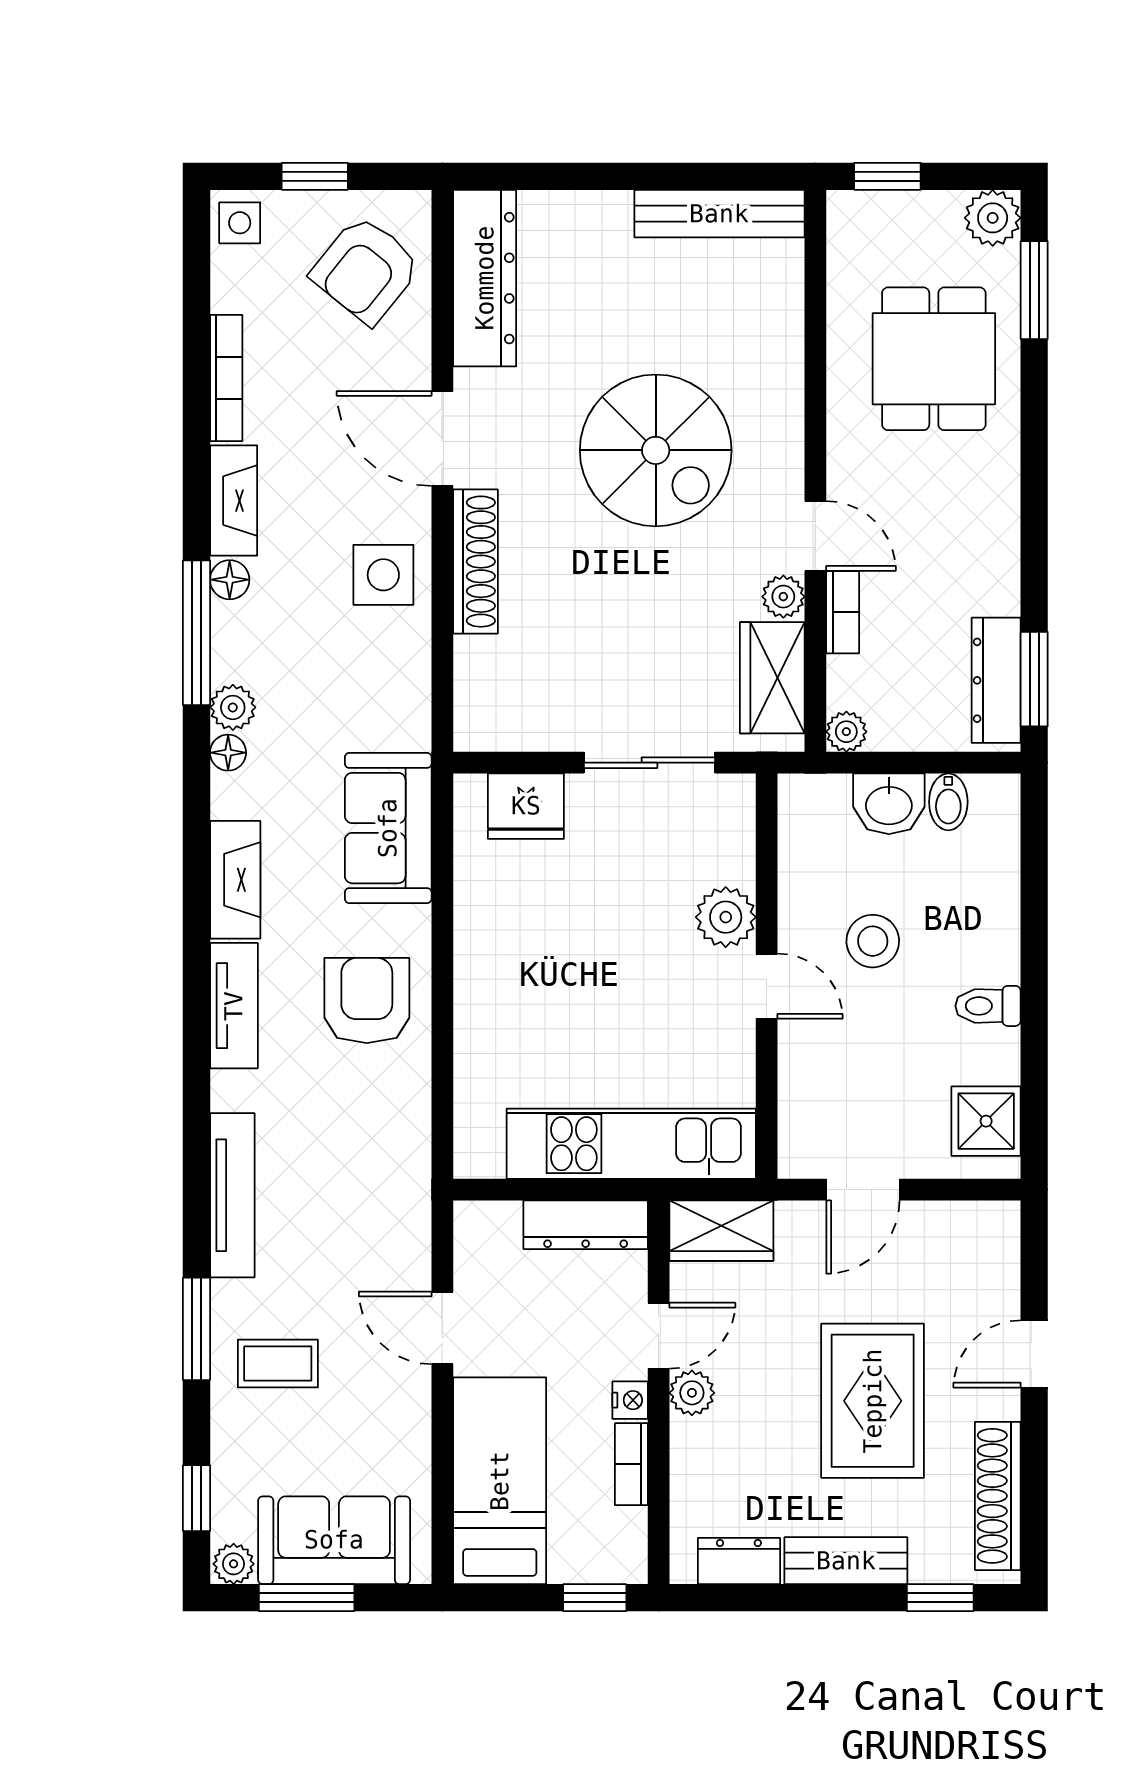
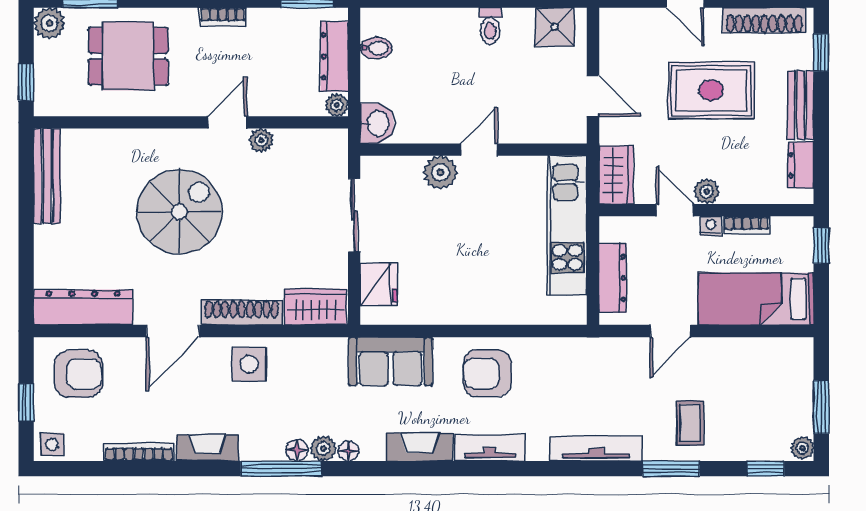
armchair: (366, 270) -> (78, 374), turned -39
floor lamp: (230, 580) -> (297, 450), moved
bookcase: (843, 612) -> (223, 17), moved, turned 180
wardrobe: (772, 678) -> (316, 307), moved, turned 180
dresser: (996, 680) -> (334, 56), moved, turned 90
washbasin: (889, 804) -> (377, 124), moved
stool: (873, 941) -> (454, 90), removed
dresser: (586, 1225) -> (613, 278), moved
sofa: (334, 1540) -> (789, 392), removed

